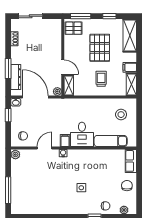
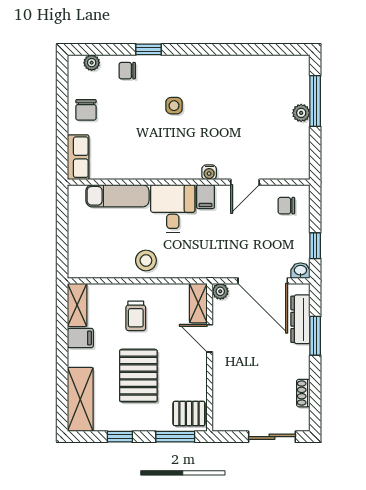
stool: (121, 115) -> (146, 261), moved
plant: (15, 155) -> (301, 113), moved

